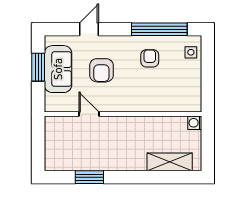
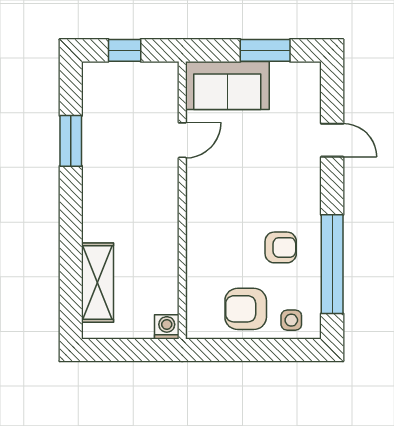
sofa: (58, 69) -> (227, 85), moved
armchair: (101, 70) -> (246, 309), moved
window: (38, 147) -> (125, 50), added

